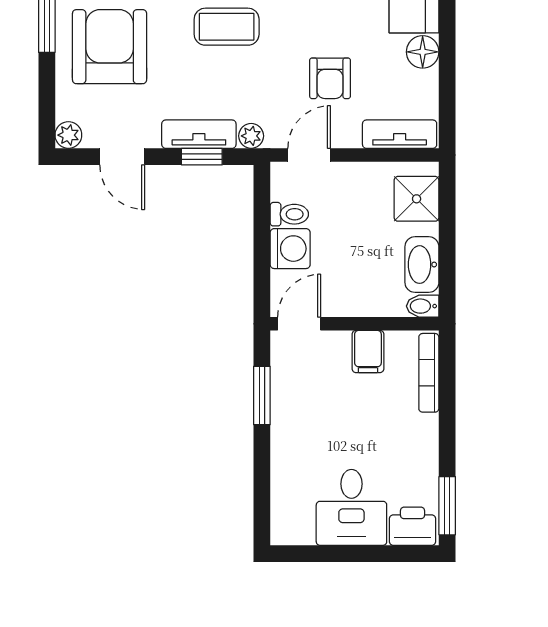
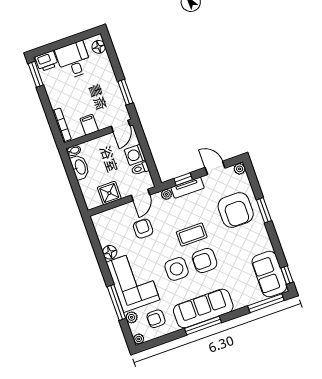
tv unit: (400, 134) -> (107, 216), removed
shower: (417, 199) -> (109, 193), moved
floor lamp: (286, 517) -> (99, 47), added

